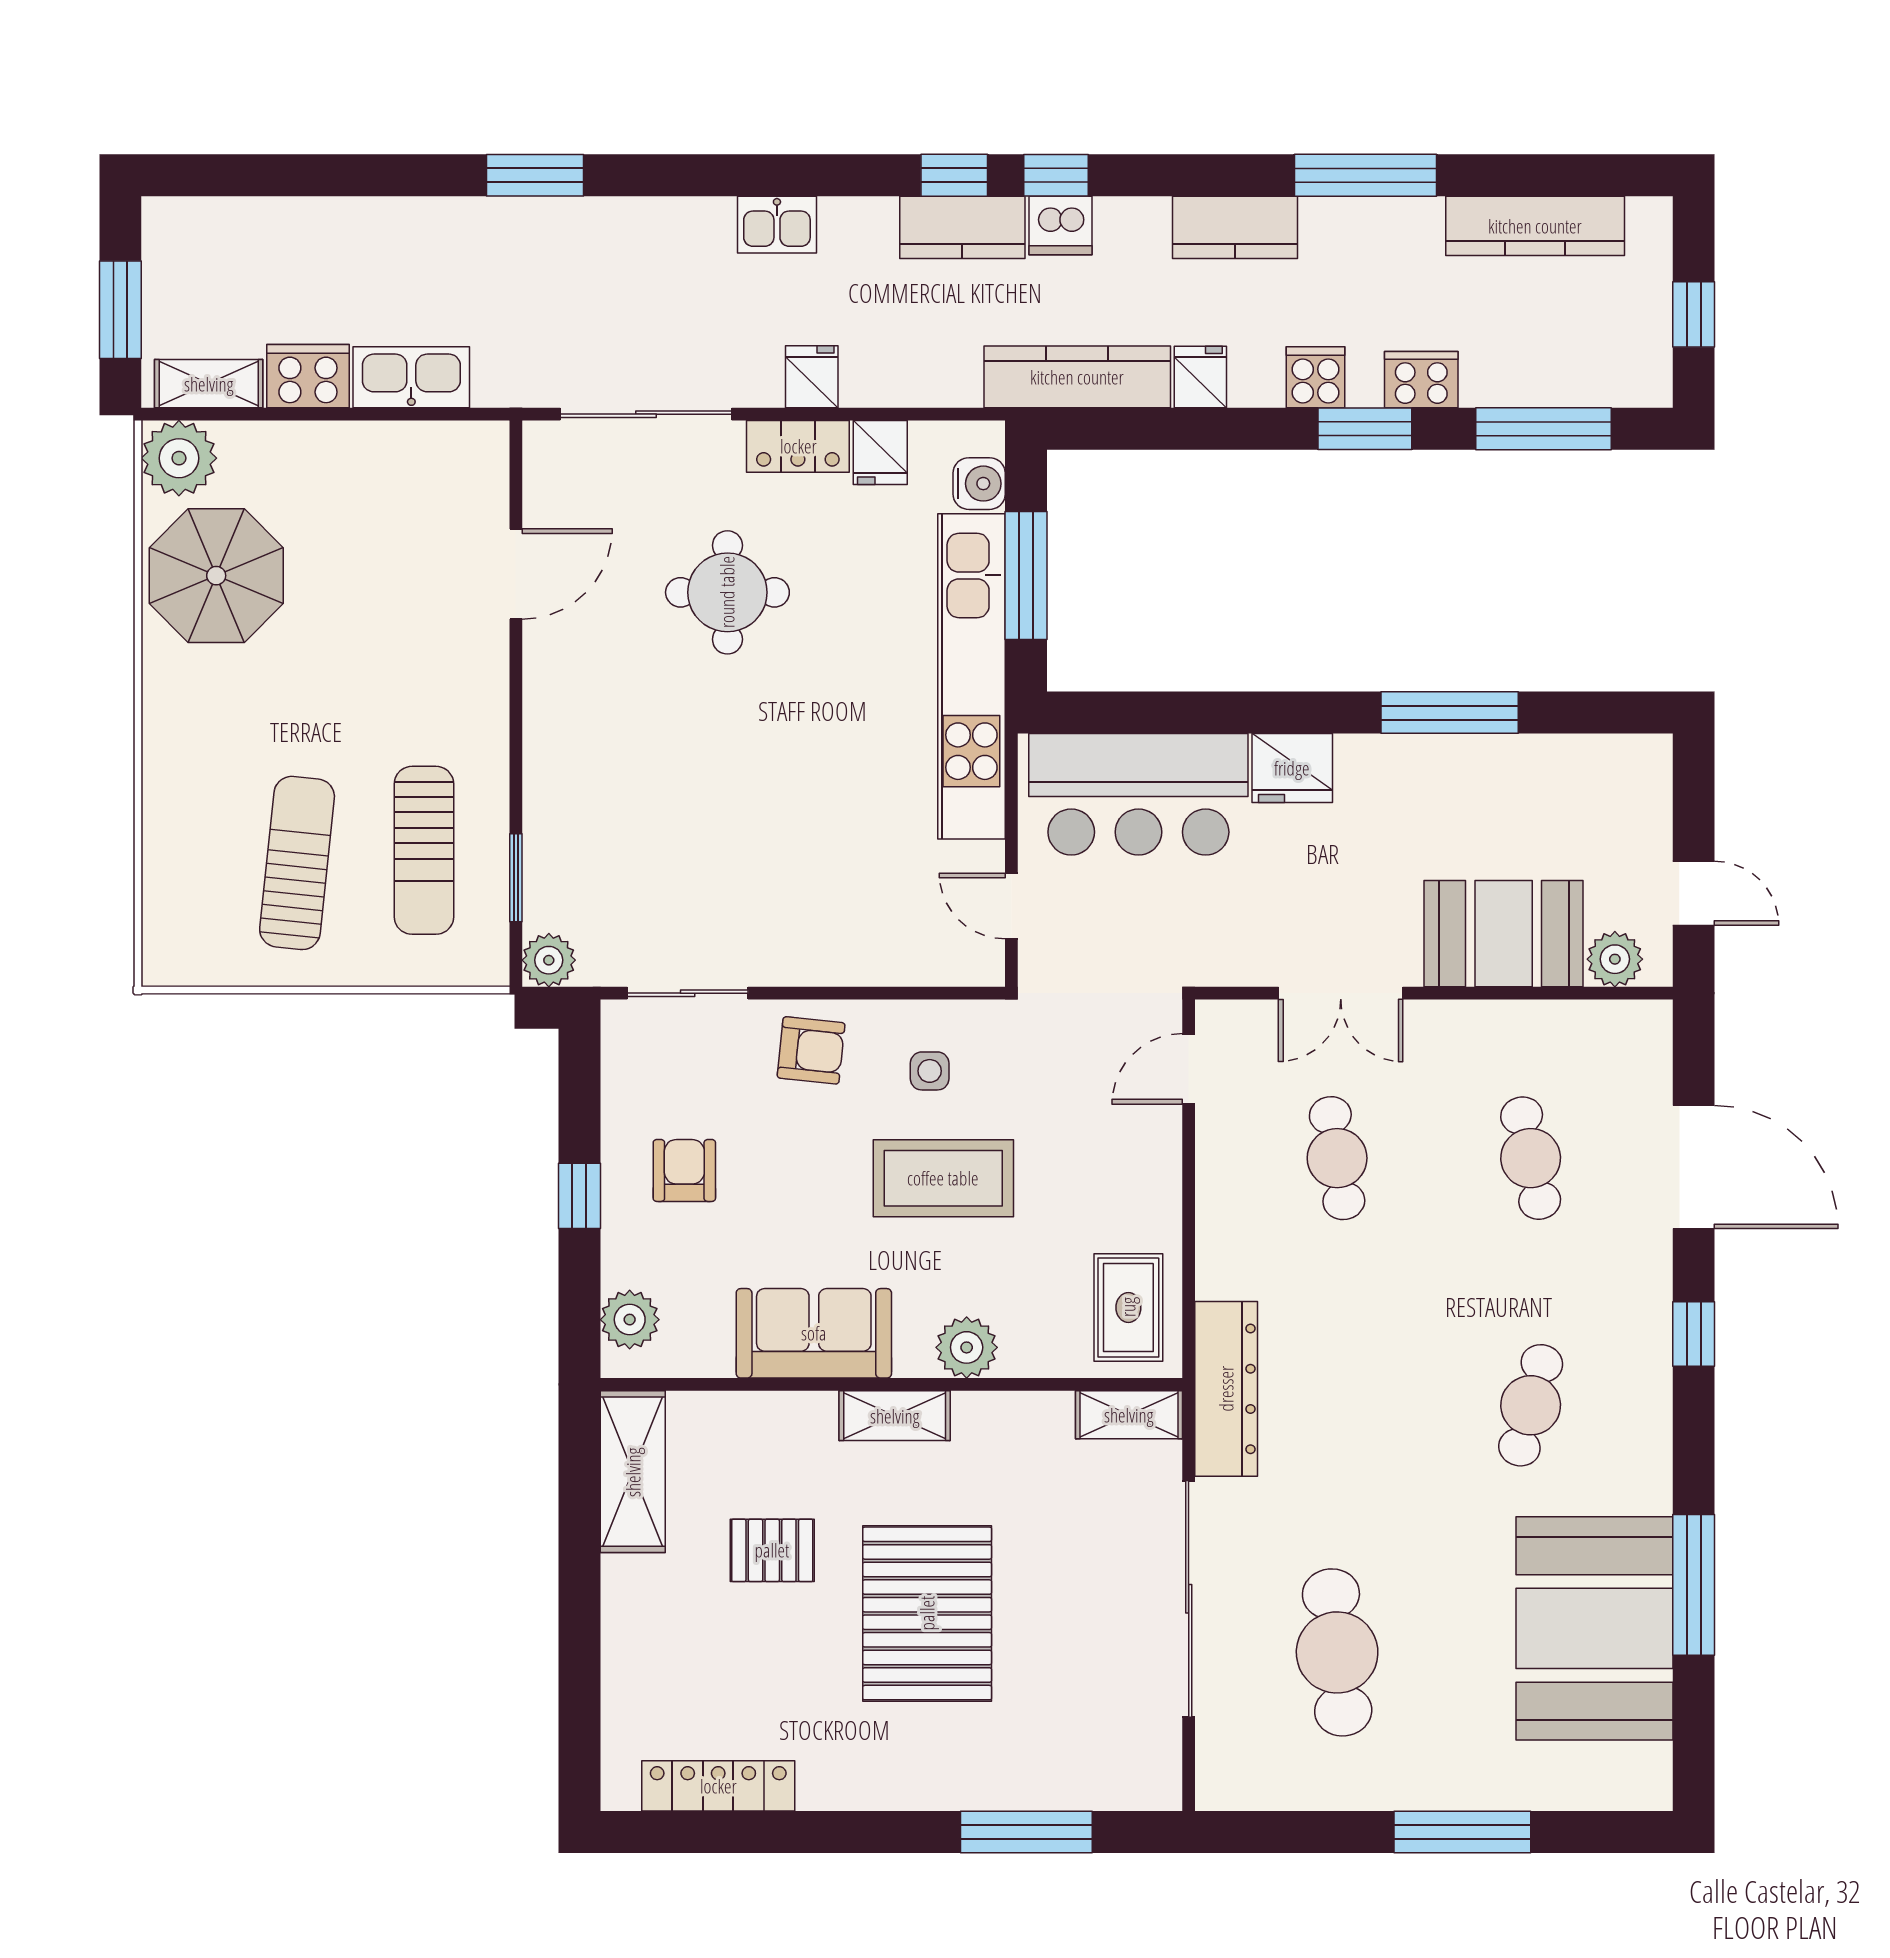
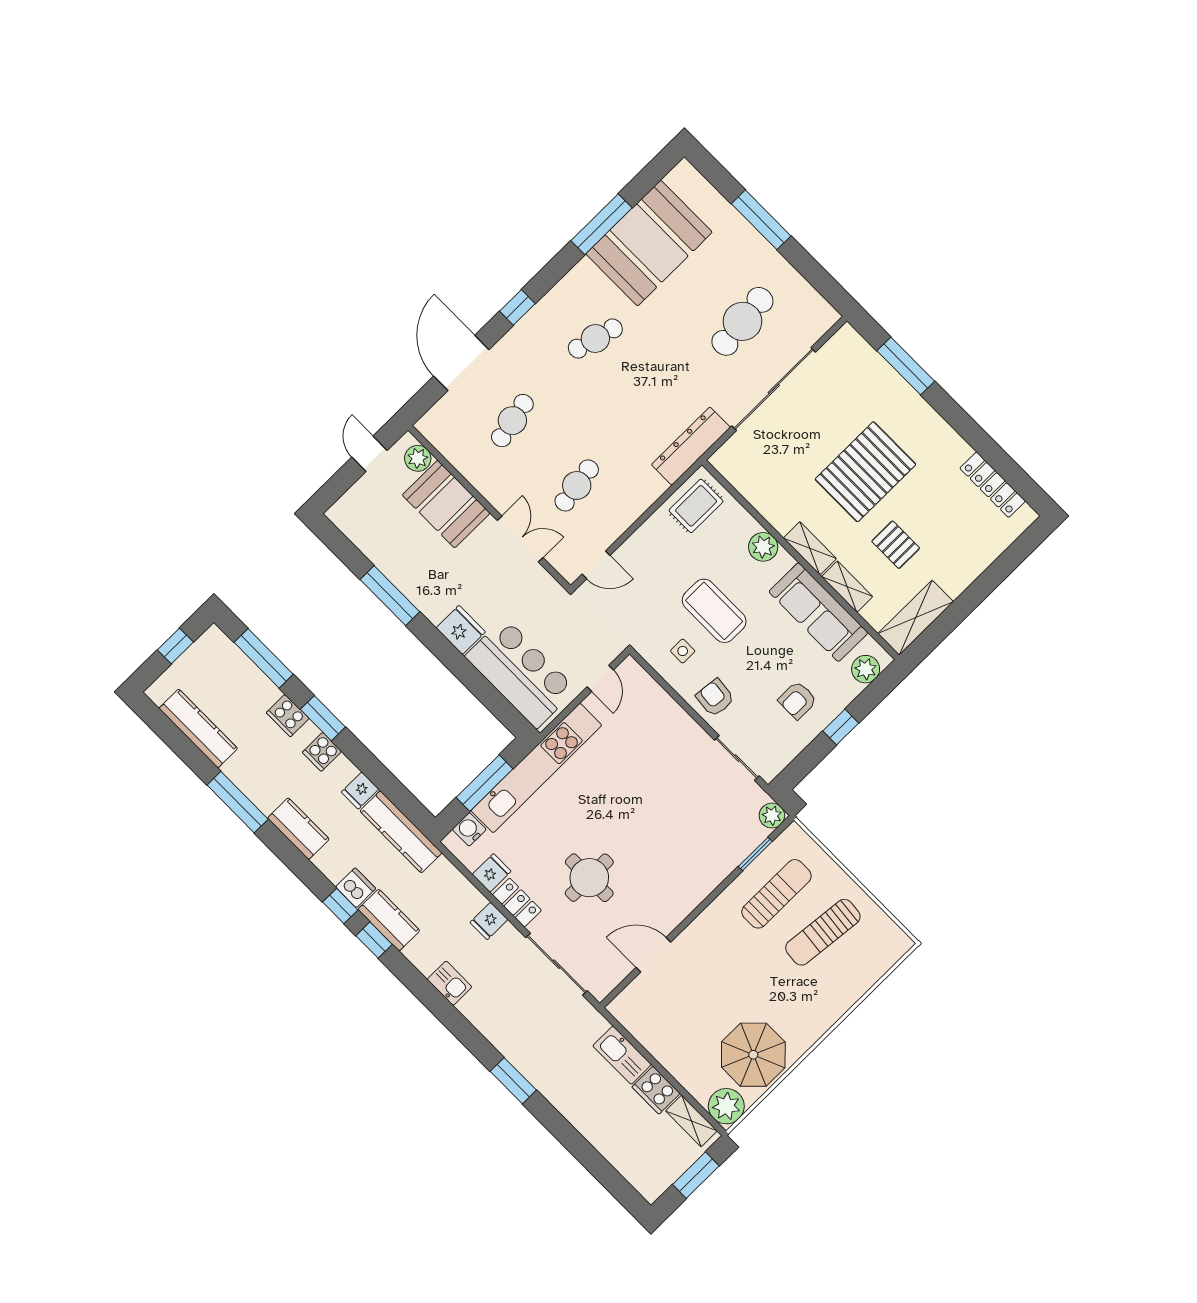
sofa: (814, 1333) -> (818, 612), width x1.36
shelving: (1129, 1415) -> (847, 587), moved

